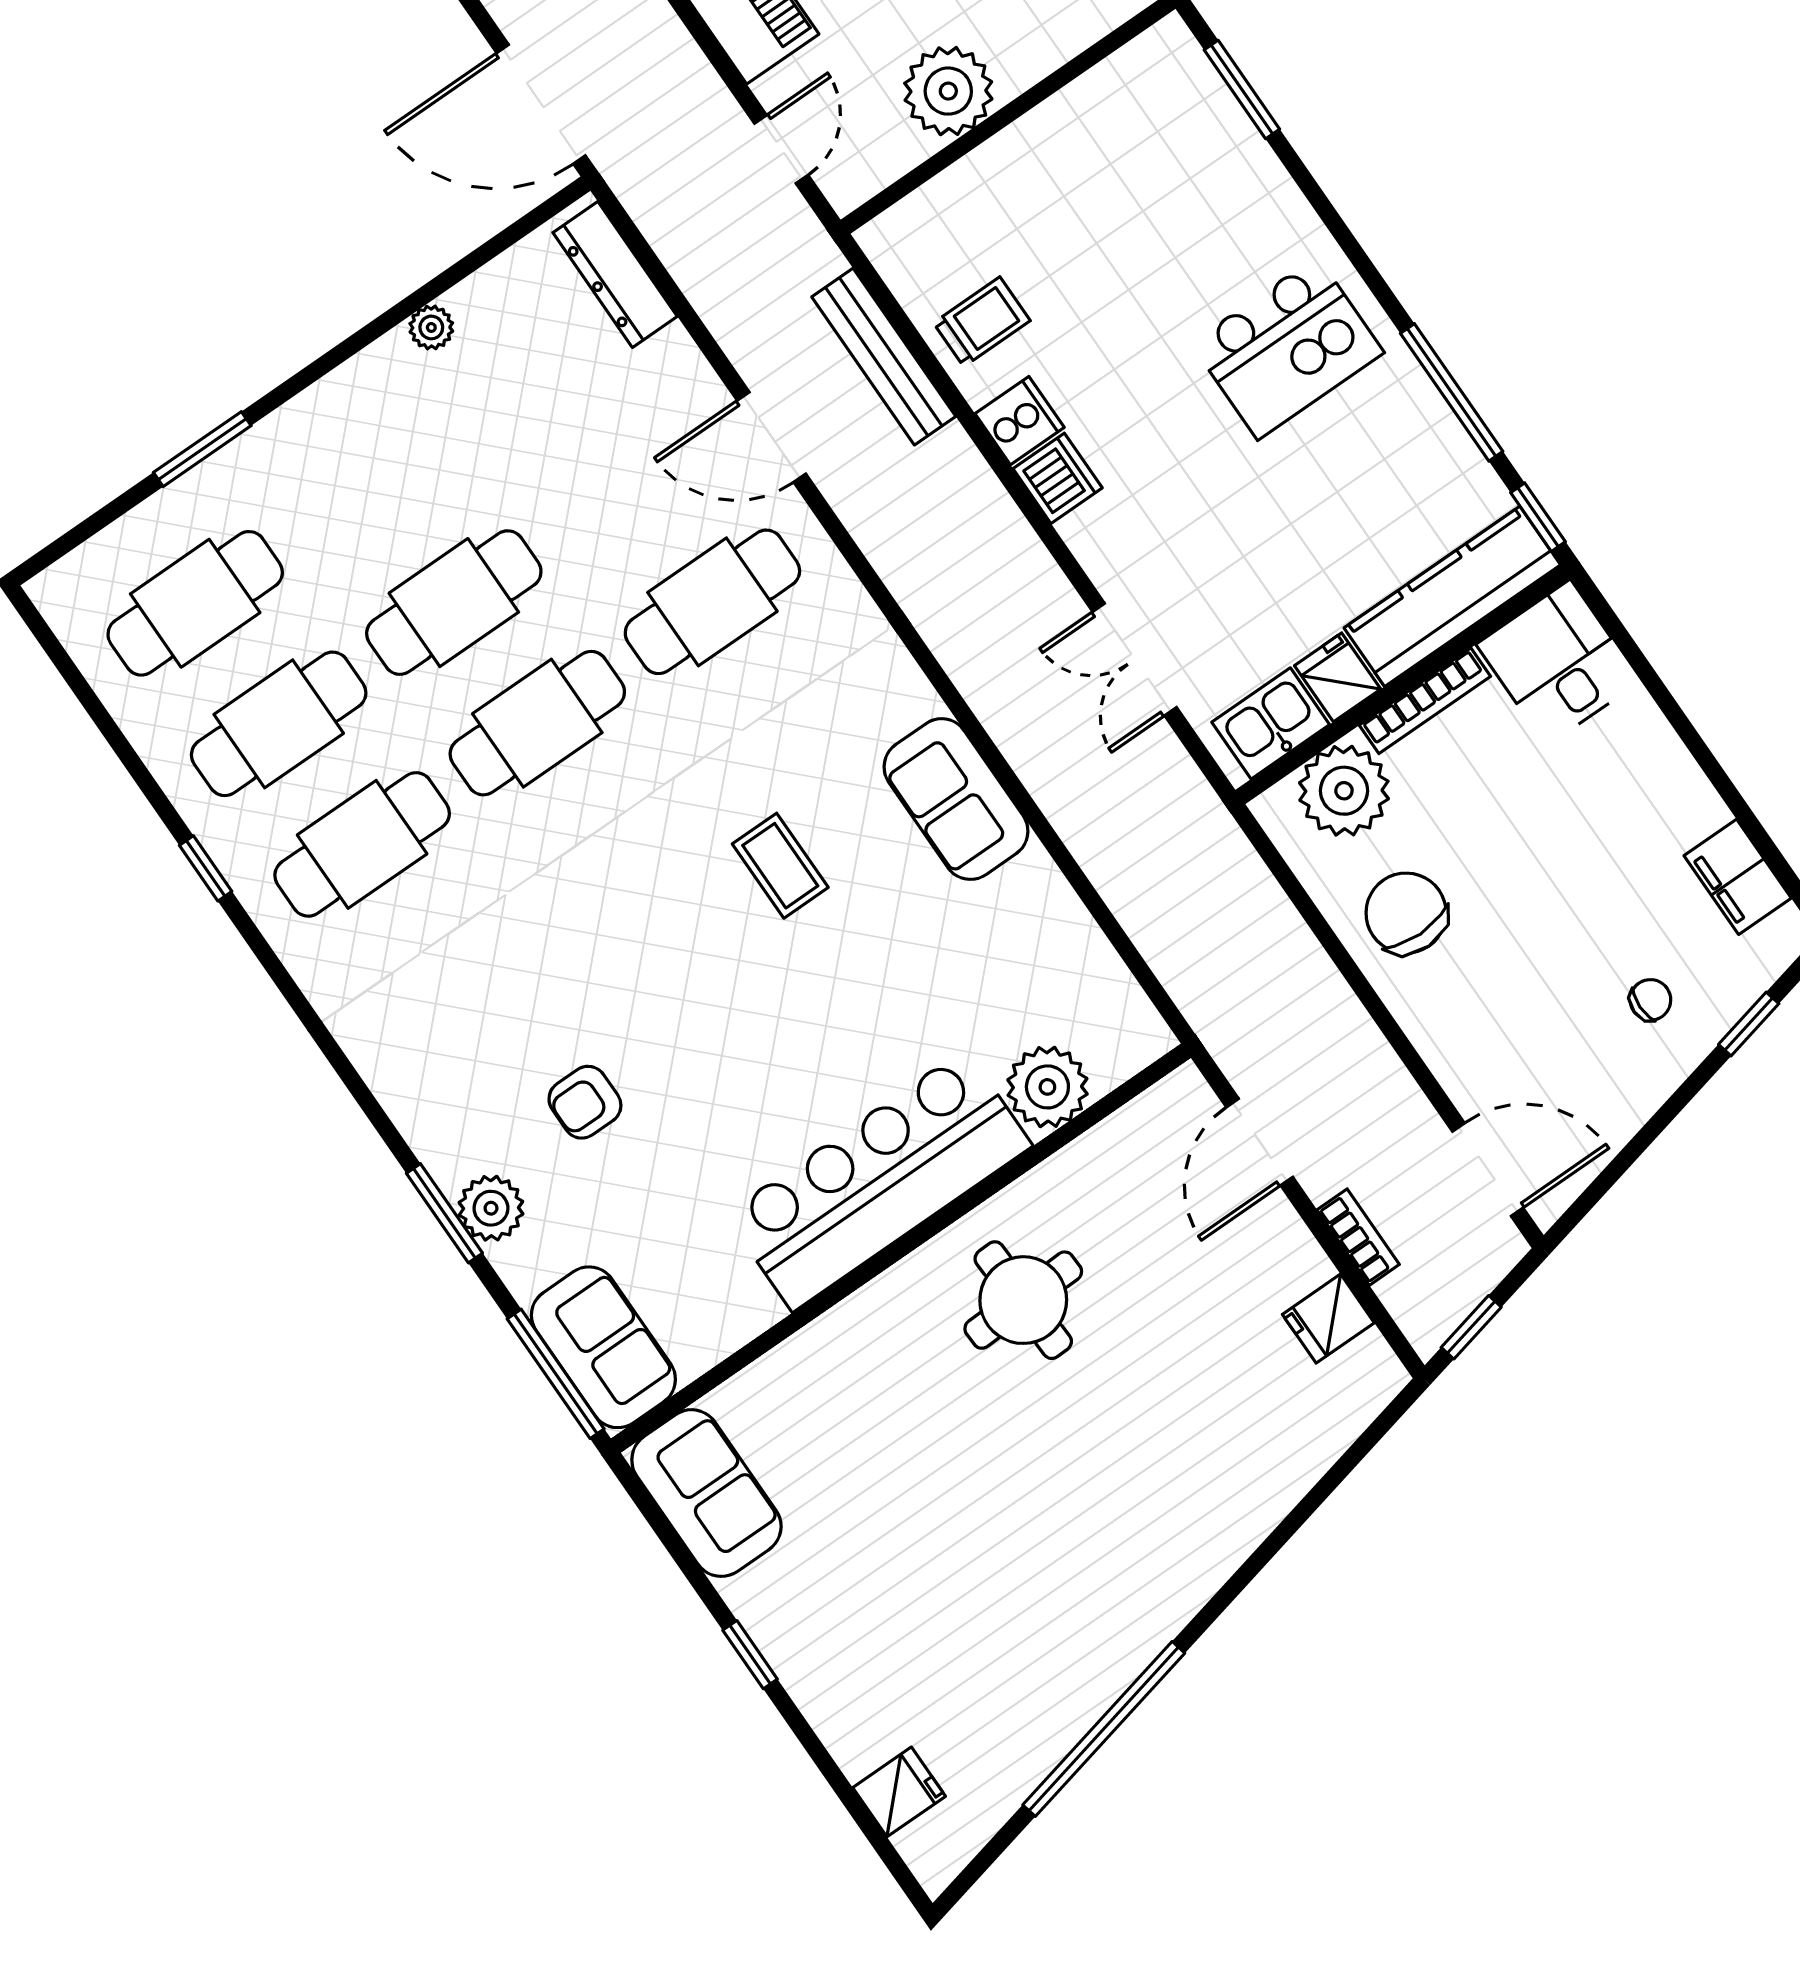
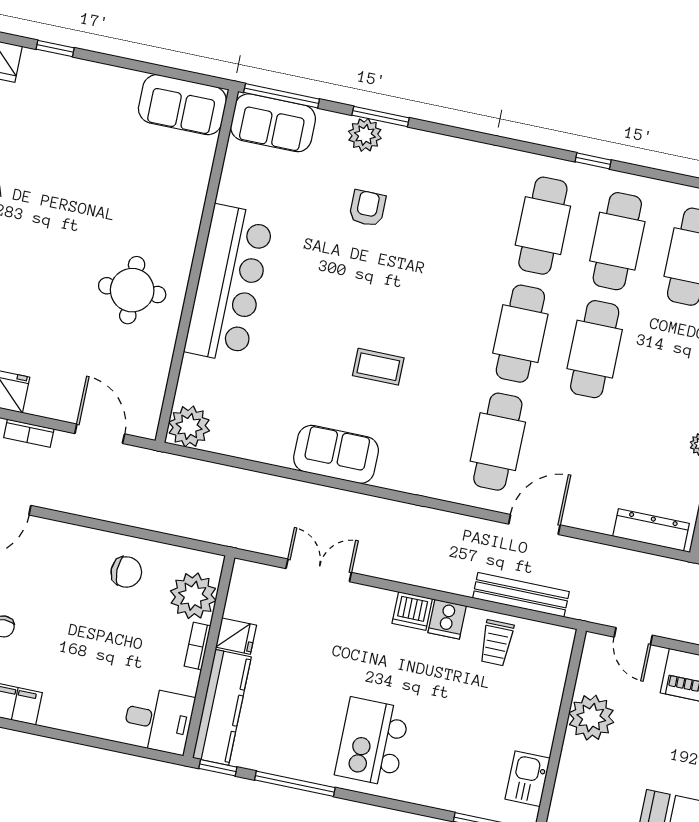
bookcase: (1425, 701) -> (198, 646), width x0.64
kitchen sink: (1271, 723) -> (528, 779), moved, turned 180
chair: (1406, 913) -> (126, 572), width x0.73, depth x0.73
plant: (1047, 1087) -> (189, 426), moved
window: (750, 1655) -> (55, 48), moved

